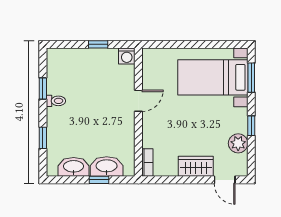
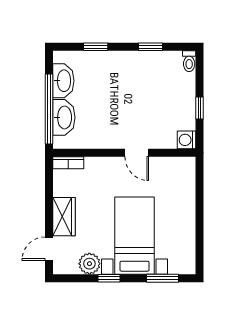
bed with nightstands: (213, 77) -> (135, 236), moved
toilet: (56, 101) -> (189, 61), moved
window: (99, 180) -> (49, 109), width x3.17

